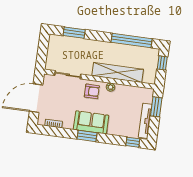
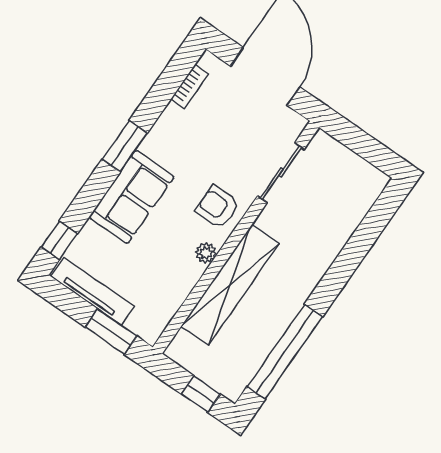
window: (74, 33) -> (367, 234), removed
armchair: (92, 91) -> (217, 207), turned 90
sofa: (91, 122) -> (132, 197), moved

